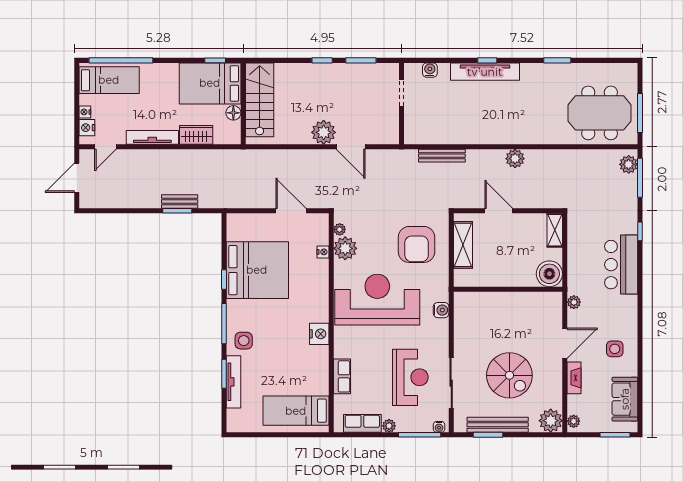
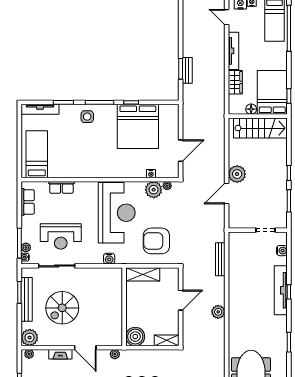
shelving: (463, 245) -> (143, 274), moved
nightstand: (319, 334) -> (92, 171), removed
tv unit: (233, 382) -> (40, 109), moved
plant: (389, 426) -> (26, 247), moved

